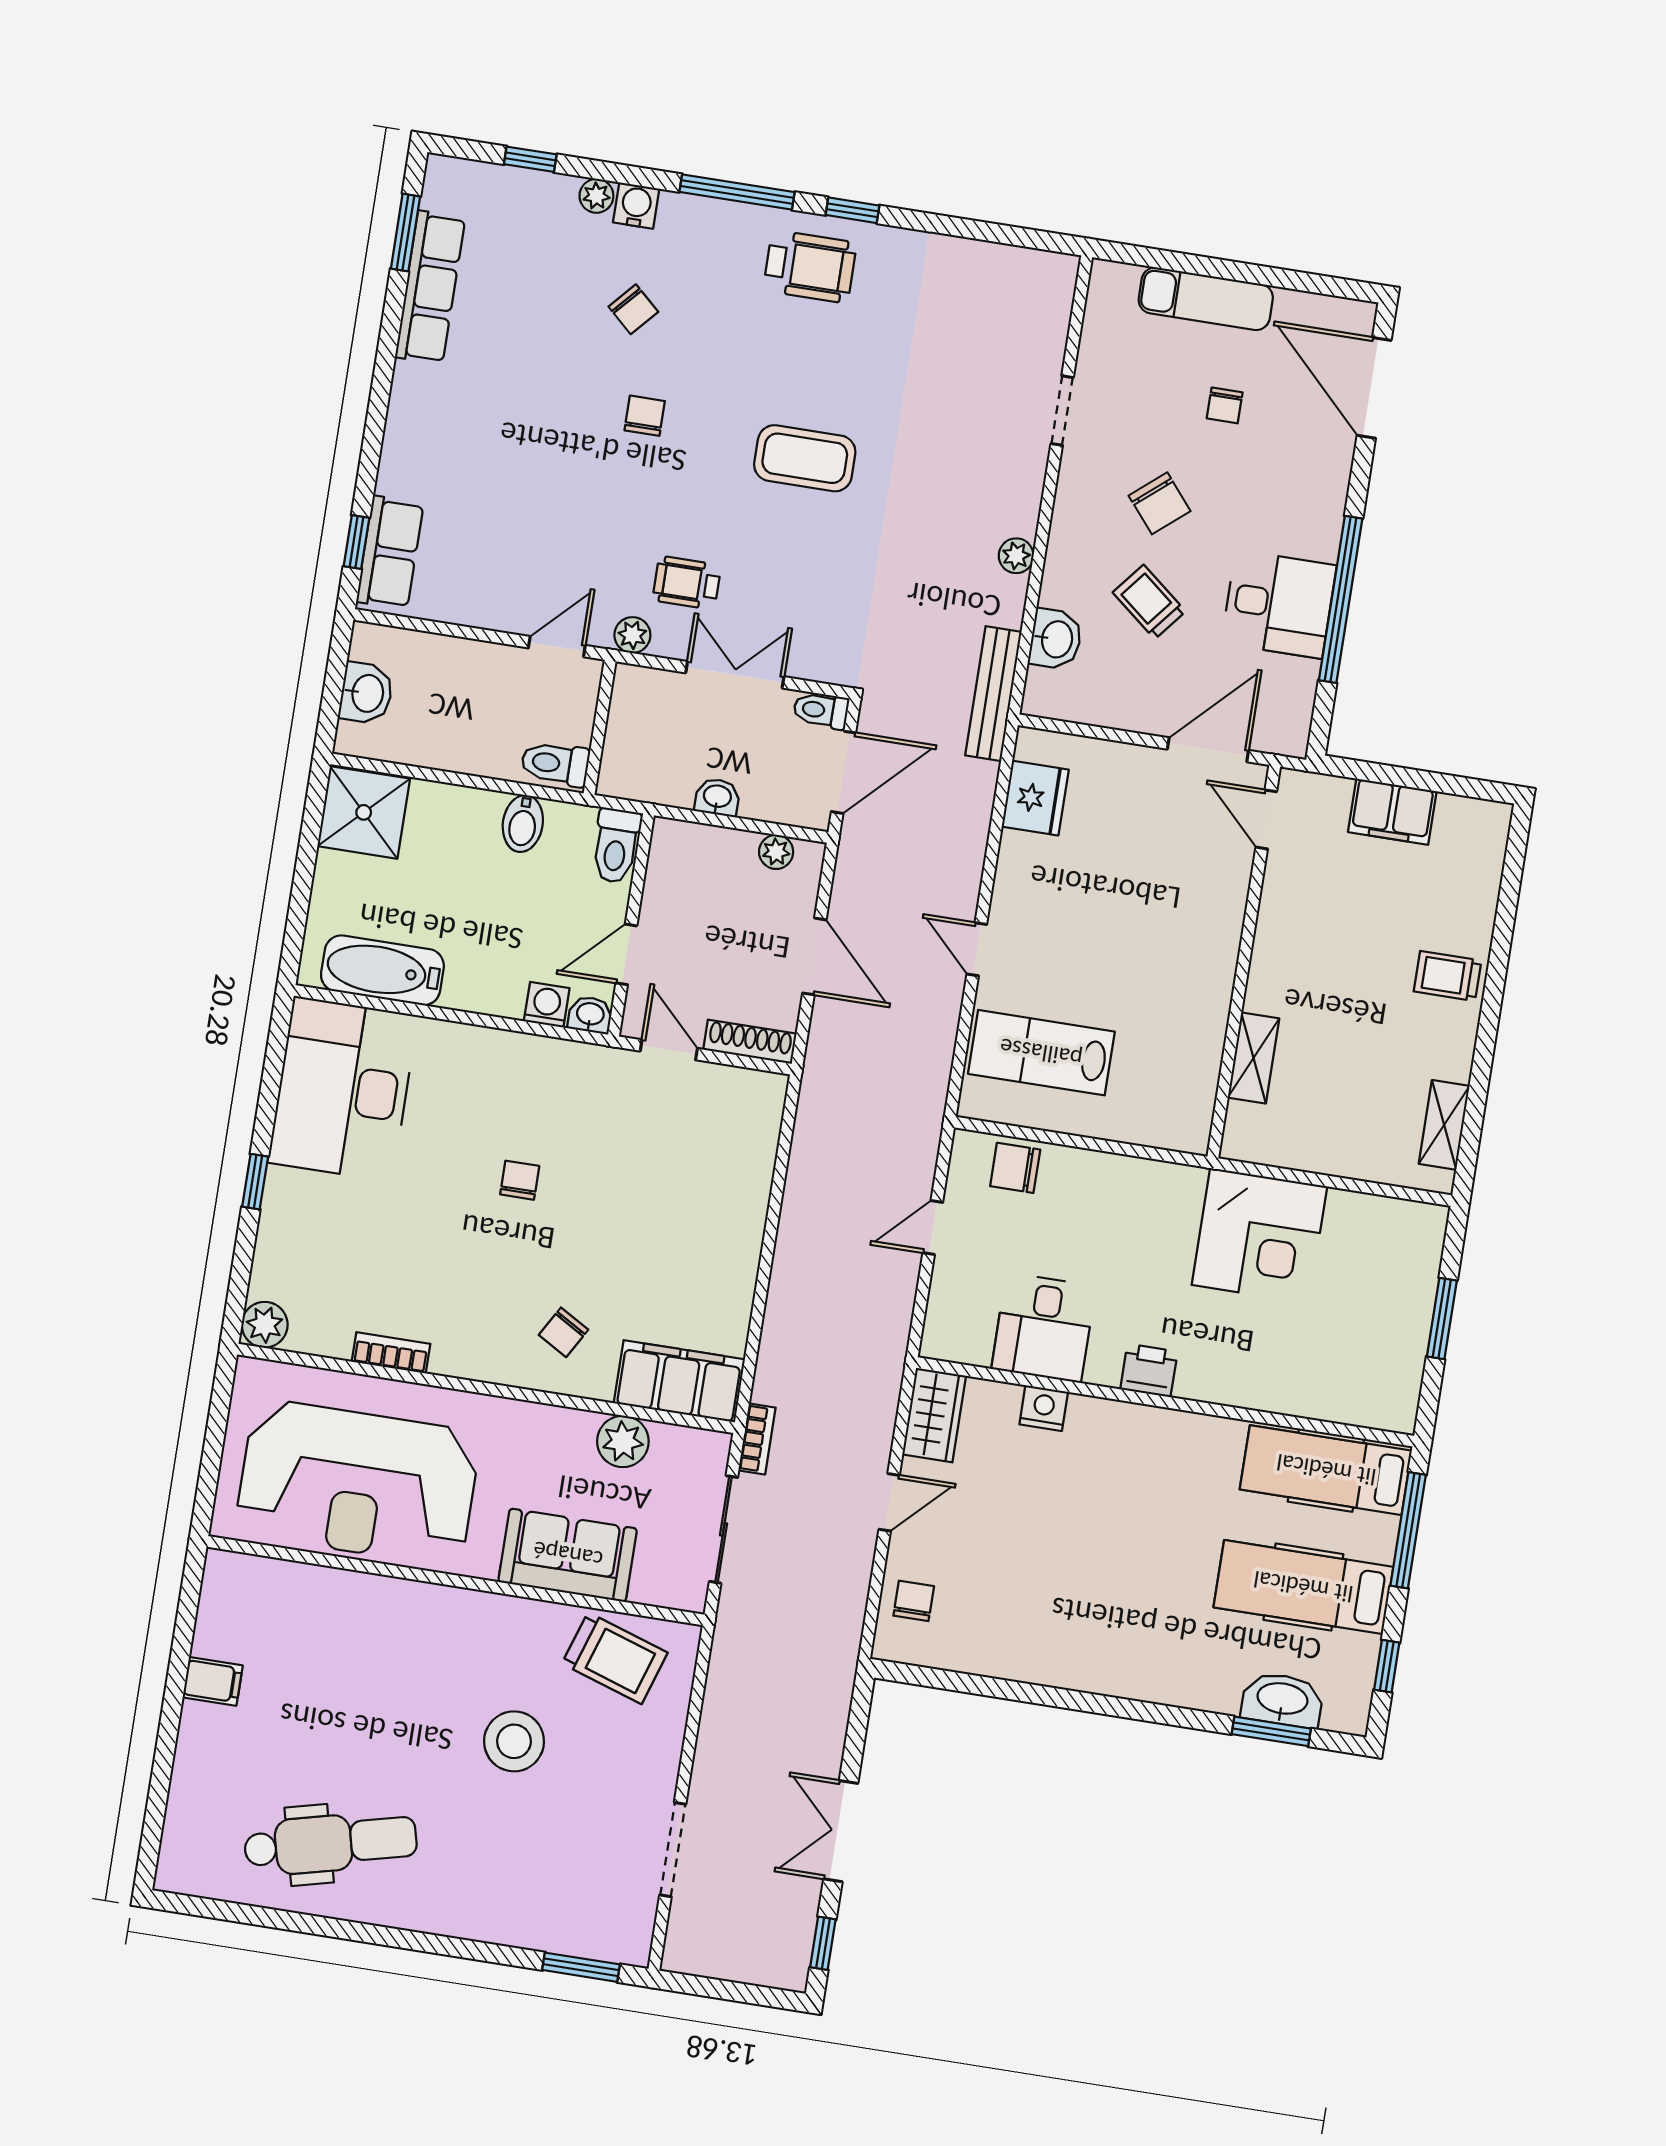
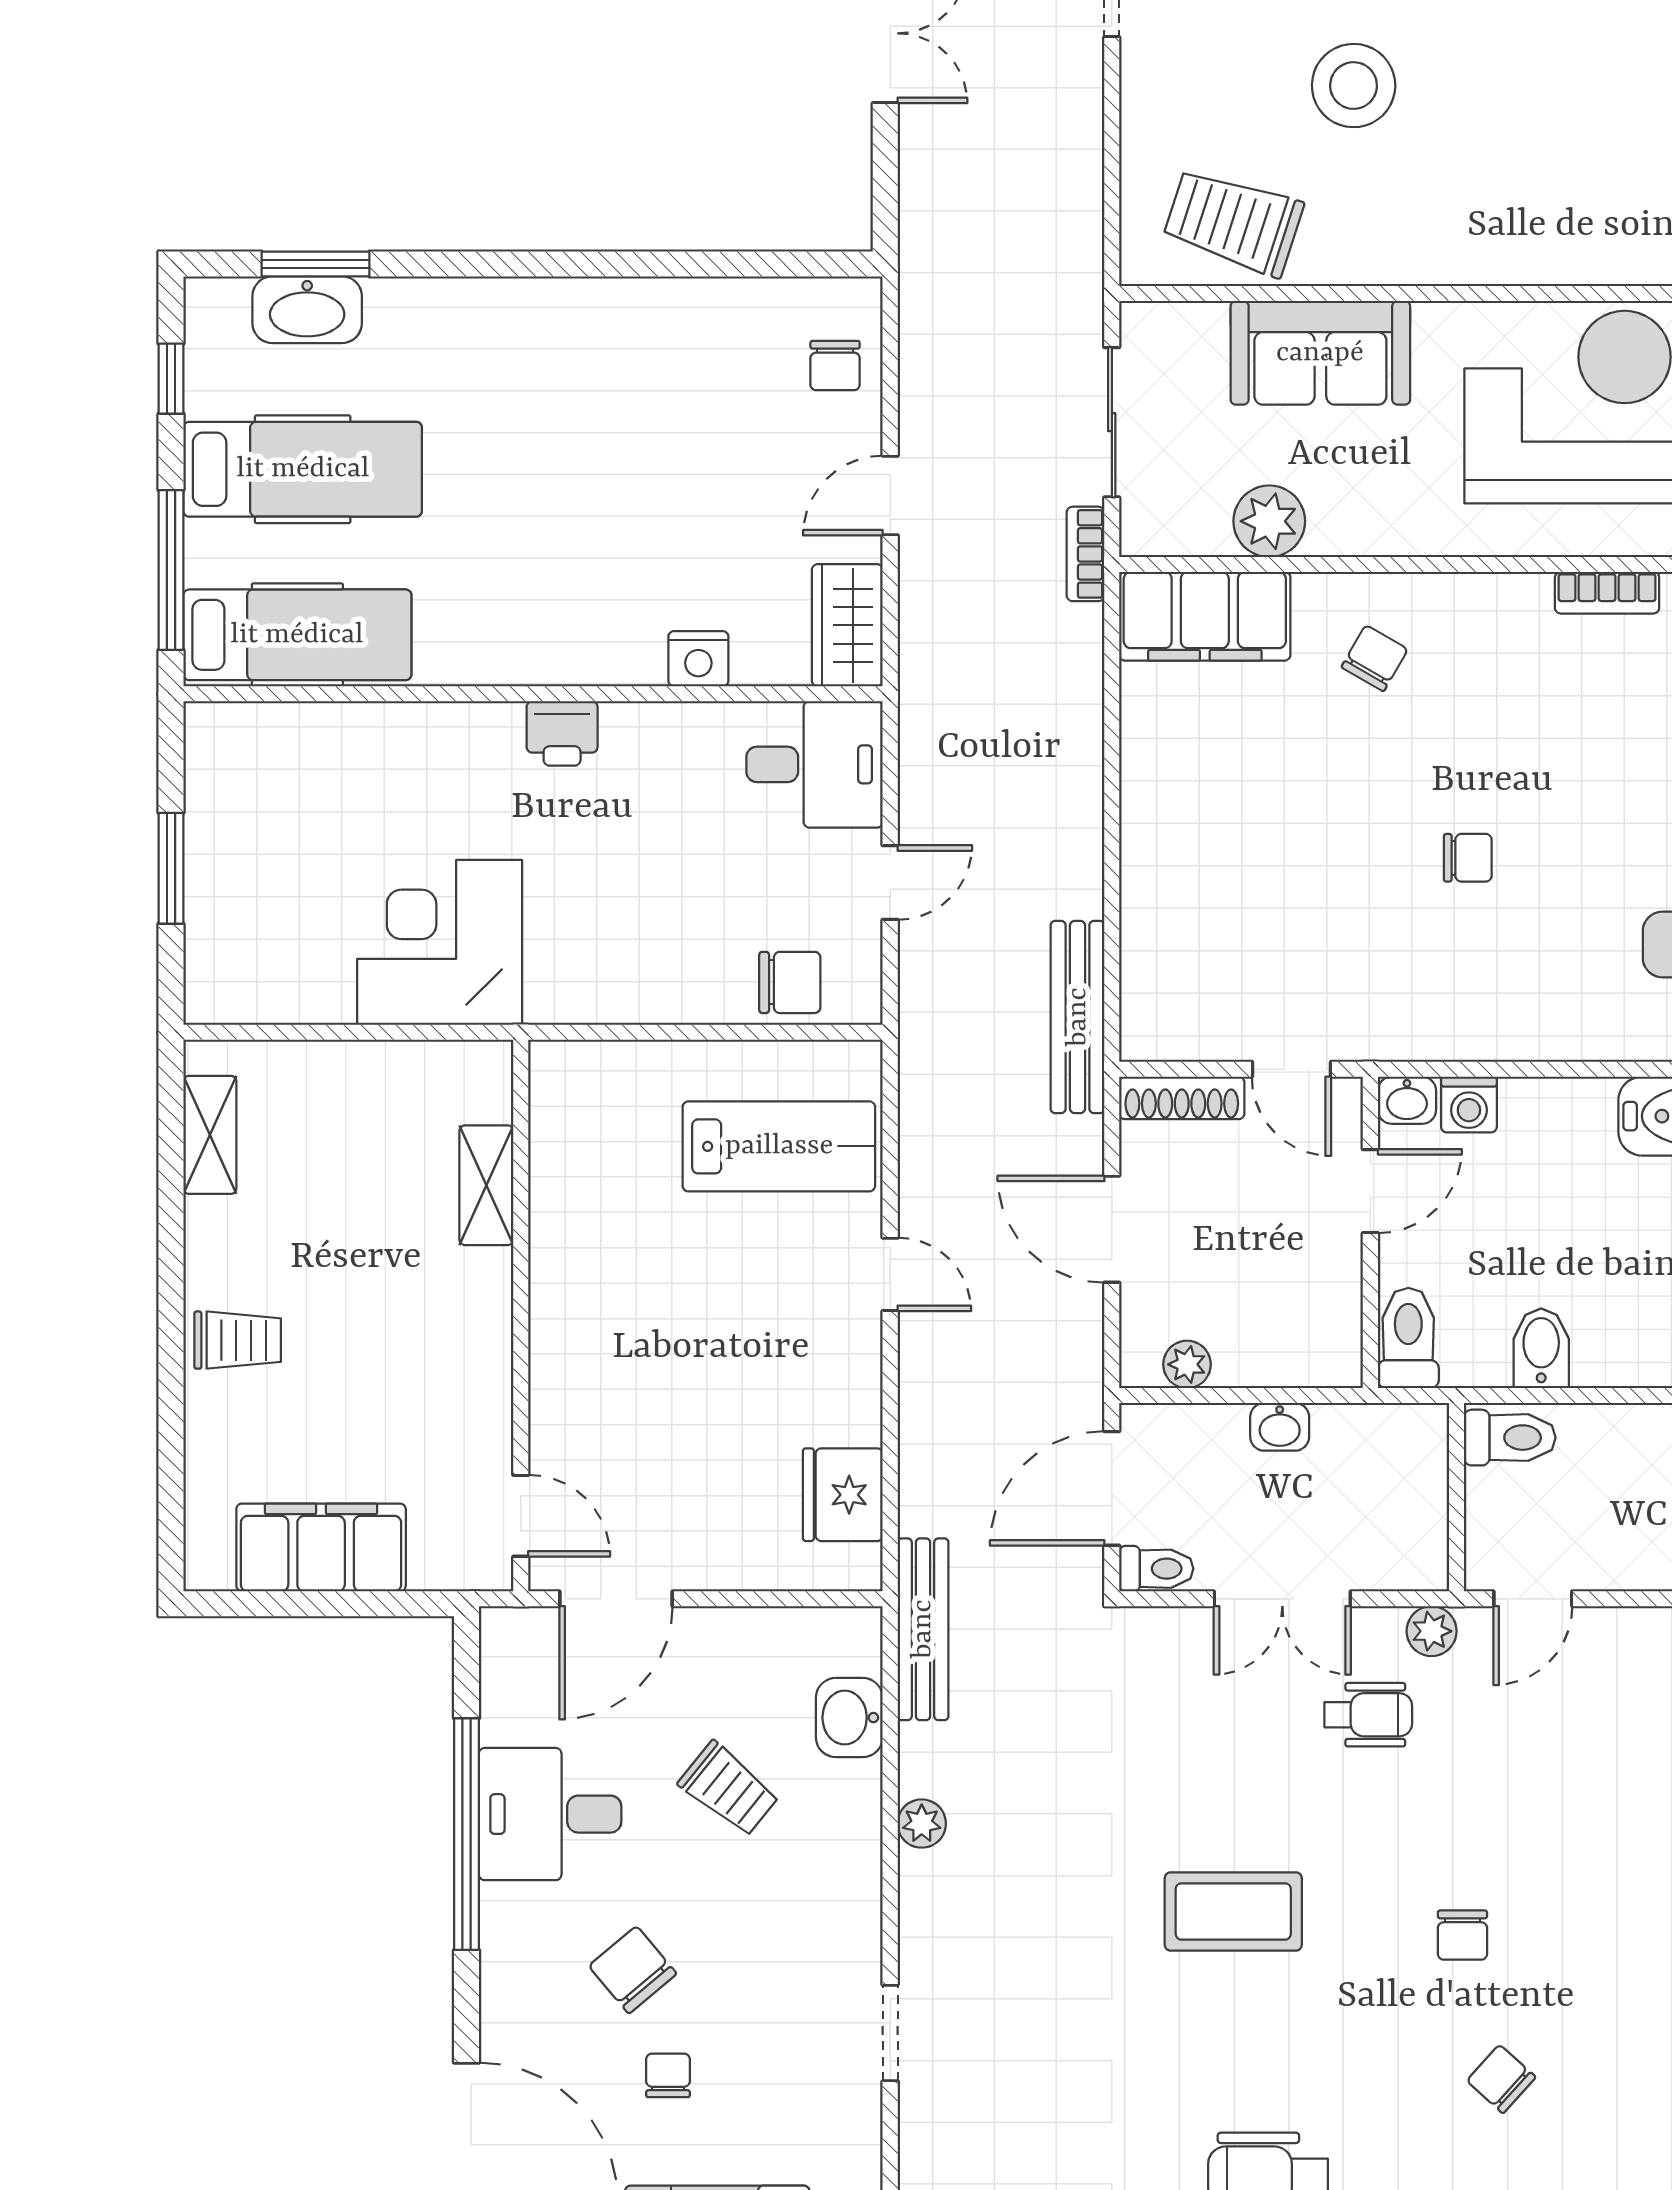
chair: (1160, 503) -> (633, 1970), moved
filing cabinet: (1392, 812) -> (321, 1547), width x1.50, depth x1.17
bench: (815, 1111) -> (1078, 1017), added
chair: (520, 1180) -> (1468, 858), turned -90
desk: (1044, 1327) -> (815, 764), moved, turned 90

